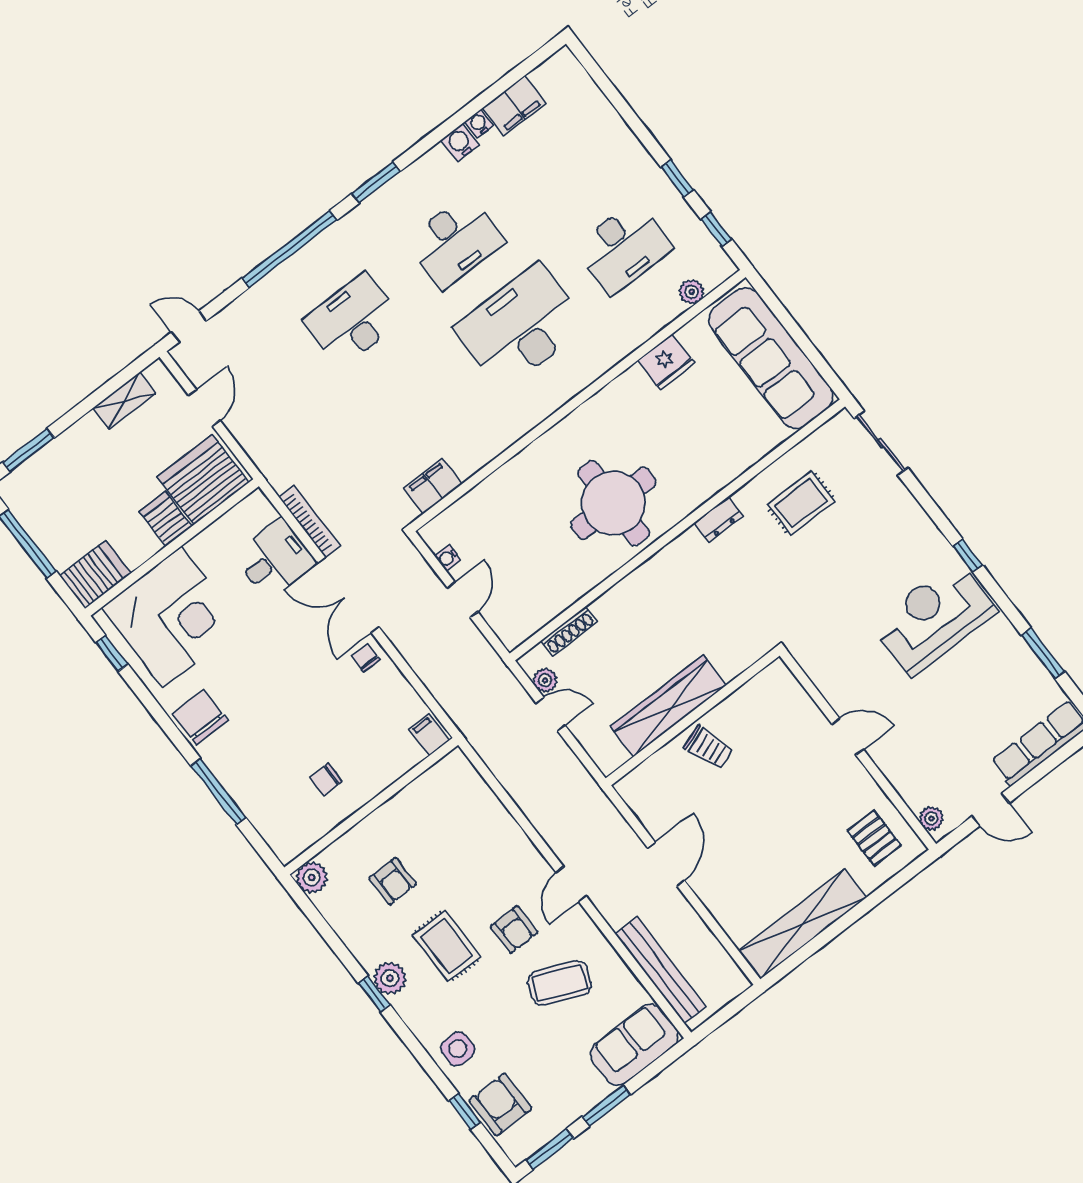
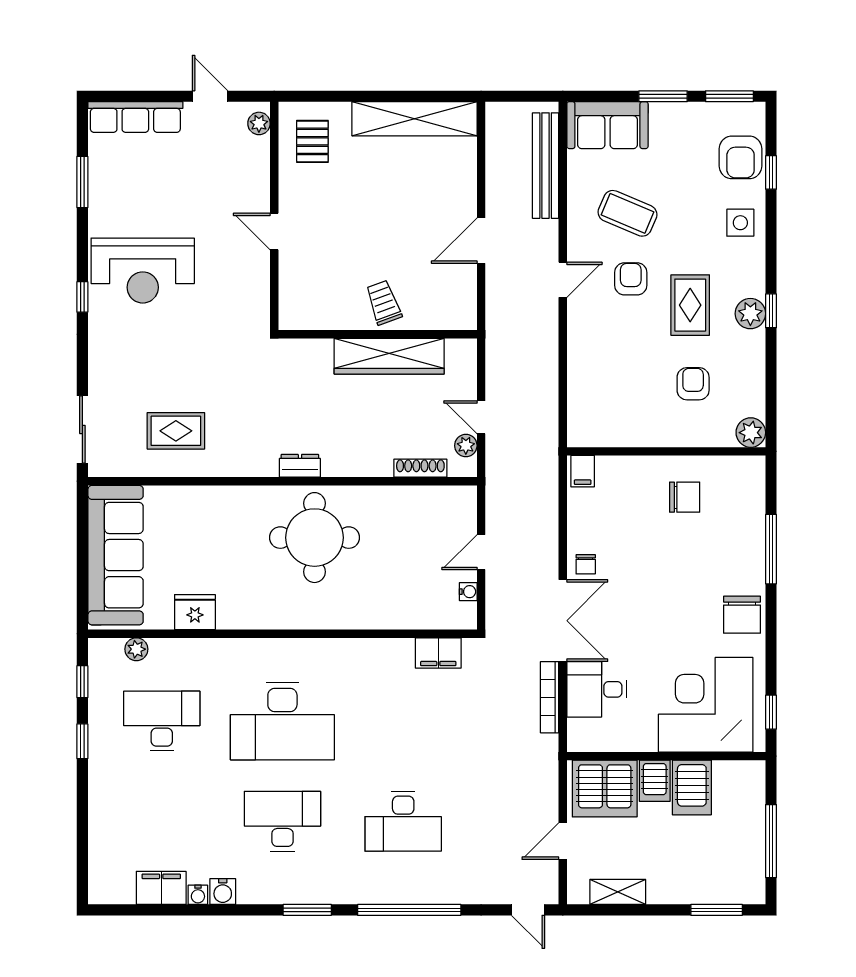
dresser: (718, 519) -> (300, 466), moved
server rack: (95, 575) -> (692, 788), moved, turned -90
chair: (326, 779) -> (685, 497), width x1.37, depth x1.37

